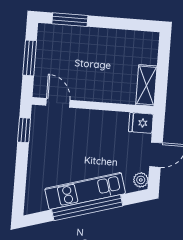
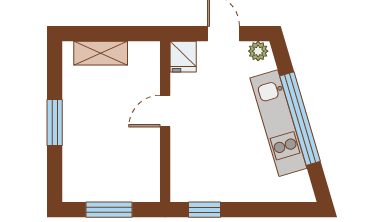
window: (70, 20) -> (55, 123), moved
shelving: (146, 85) -> (101, 53), moved
door: (58, 103) -> (165, 111), moved

